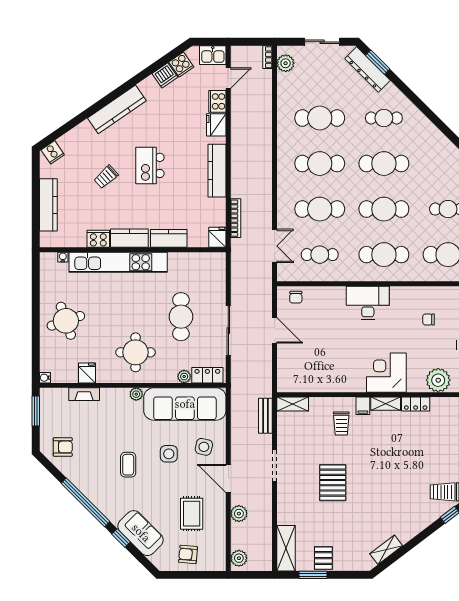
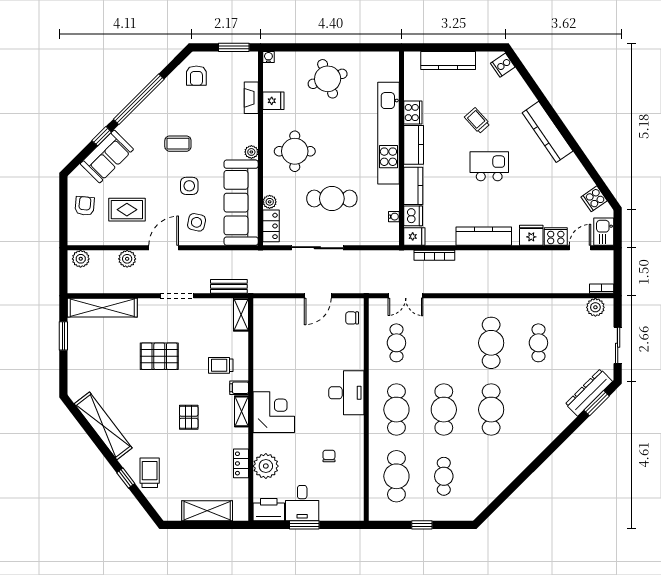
dishwasher: (165, 75) -> (413, 216), moved, turned -145
door: (228, 78) -> (580, 248), swing flipped
cafe table: (320, 118) -> (538, 343), width x0.73, depth x0.74
cafe table: (384, 118) -> (538, 410), removed
cafe table: (320, 209) -> (444, 343), removed
water cooler: (63, 257) -> (394, 217), moved
locker: (416, 404) -> (241, 463), moved
shelving: (286, 548) -> (102, 308), width x1.47
shelving: (386, 550) -> (103, 426), width x2.20, depth x1.33
pallet: (323, 558) -> (189, 417), moved, turned 90

